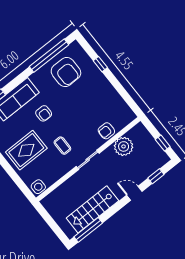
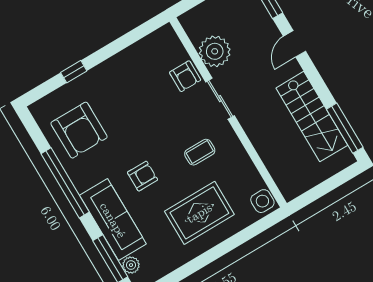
window: (49, 56) -> (65, 183), moved
armchair: (66, 72) -> (79, 130), turned 90
rug: (26, 150) -> (199, 213), turned 90
sliding door: (88, 160) -> (220, 99), moved

